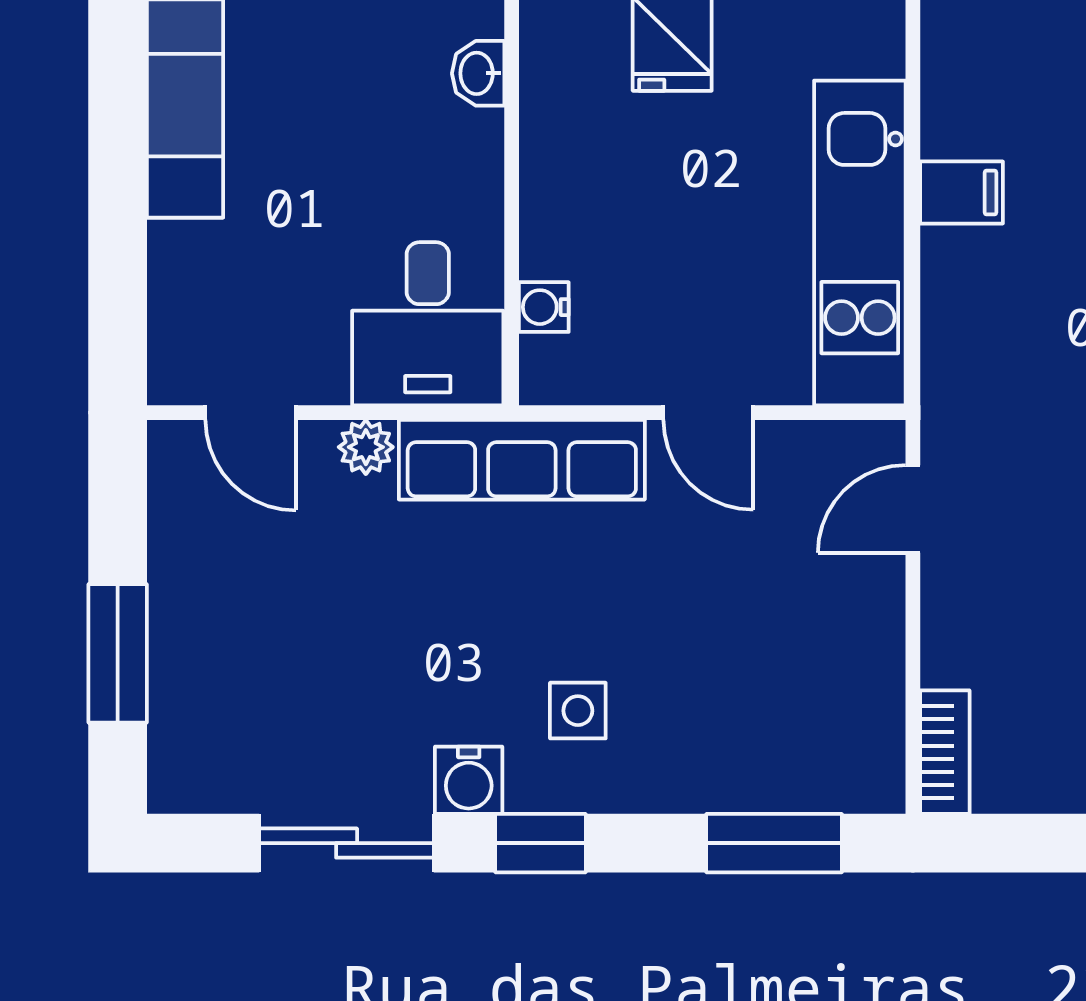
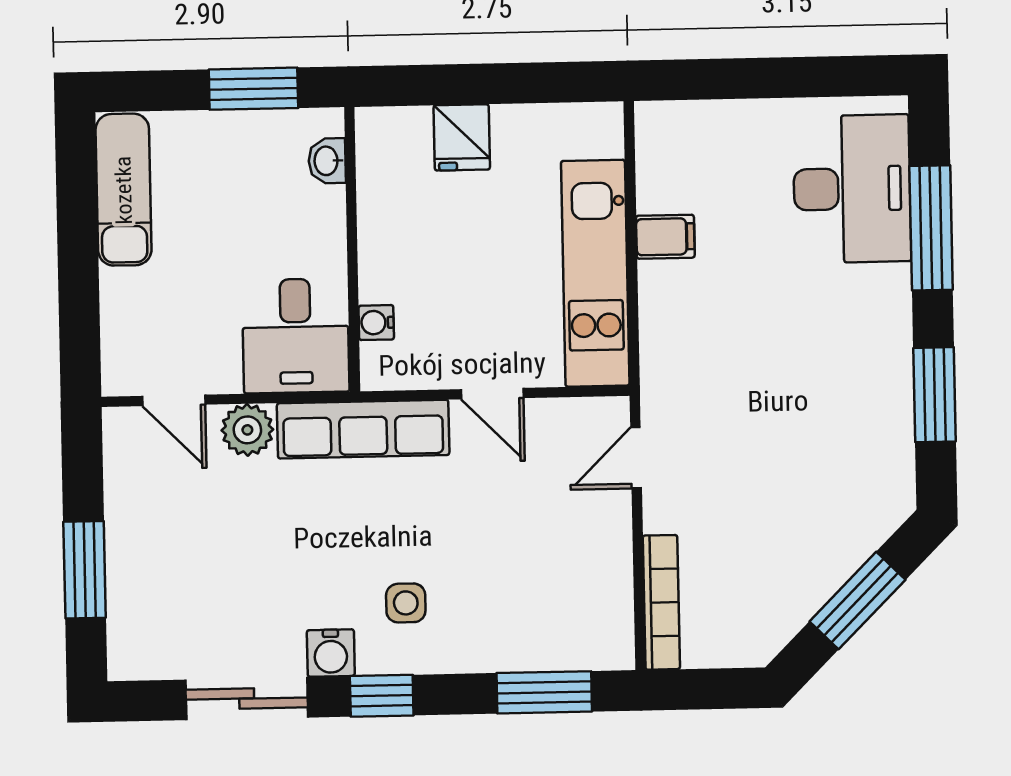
plant: (366, 447) -> (247, 430), width x1.38, depth x1.38
bookcase: (945, 752) -> (661, 602), width x1.56

